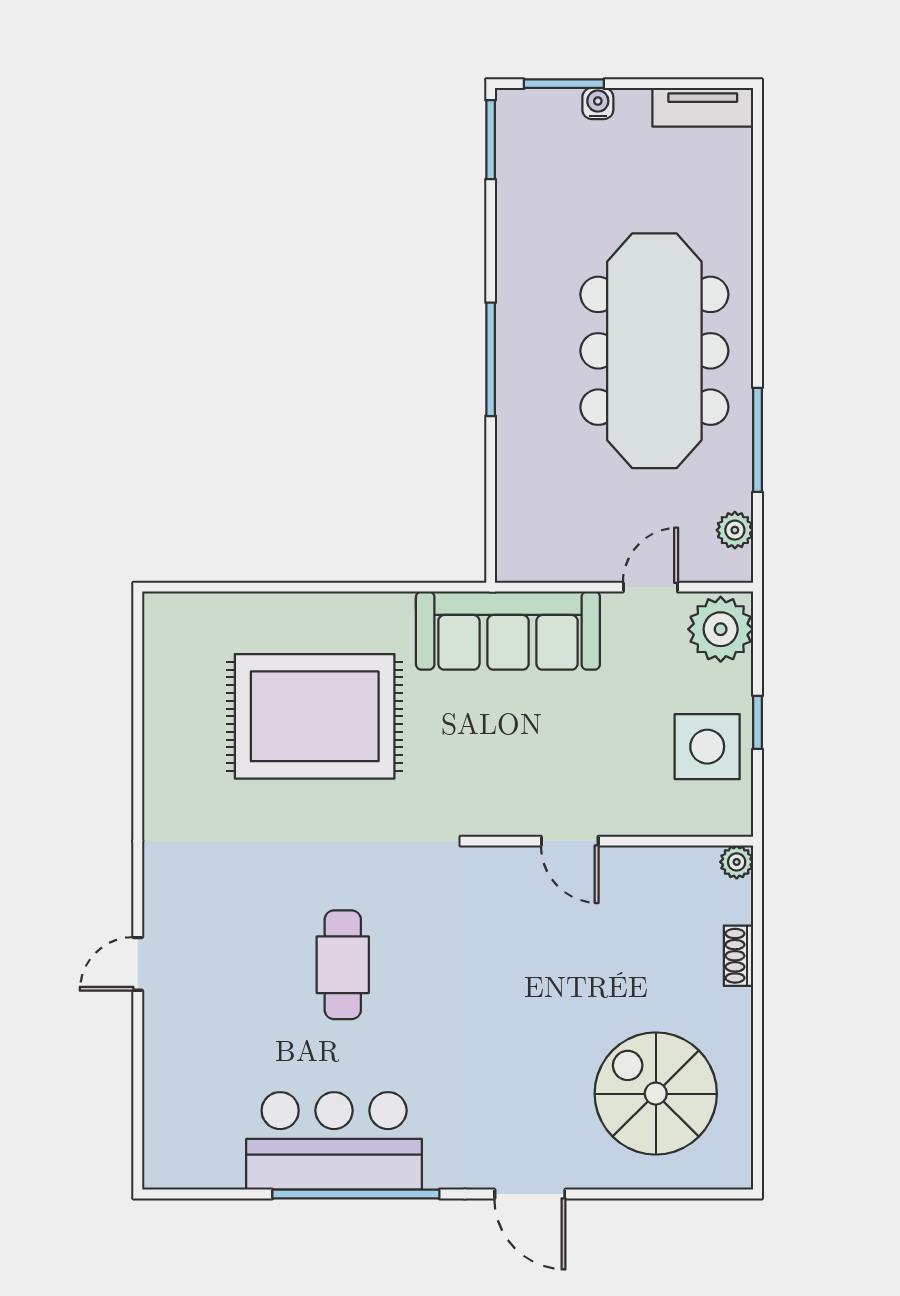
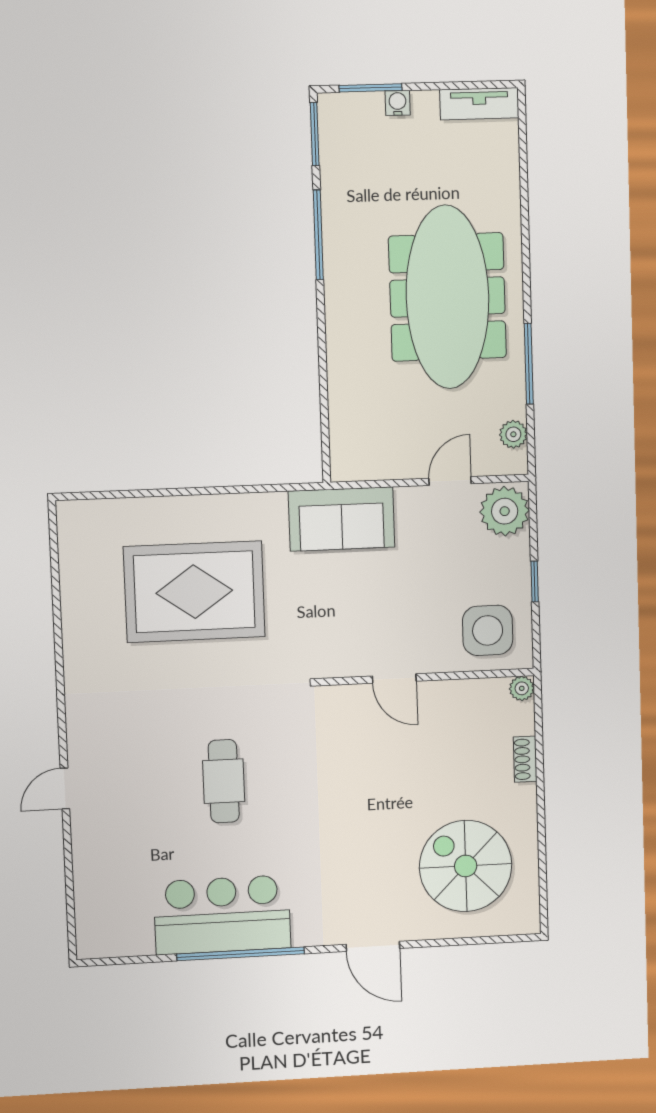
window: (491, 359) -> (318, 235), moved
sofa: (508, 631) -> (342, 519), width x0.73
side table: (707, 747) -> (488, 630), moved

